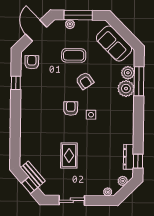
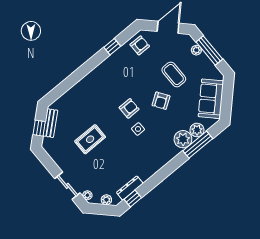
sliding door: (72, 200) -> (67, 186), moved

